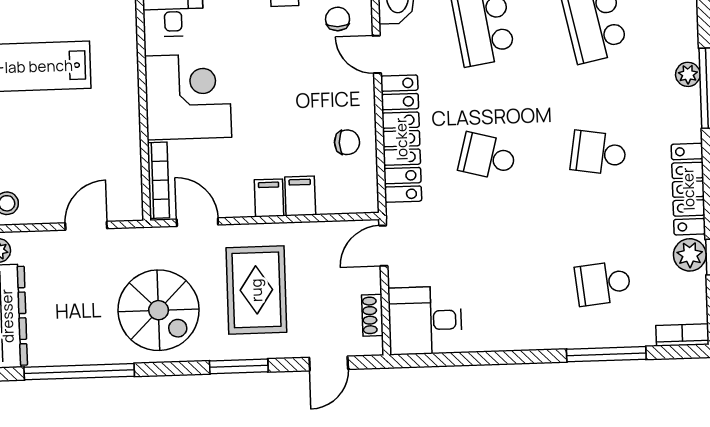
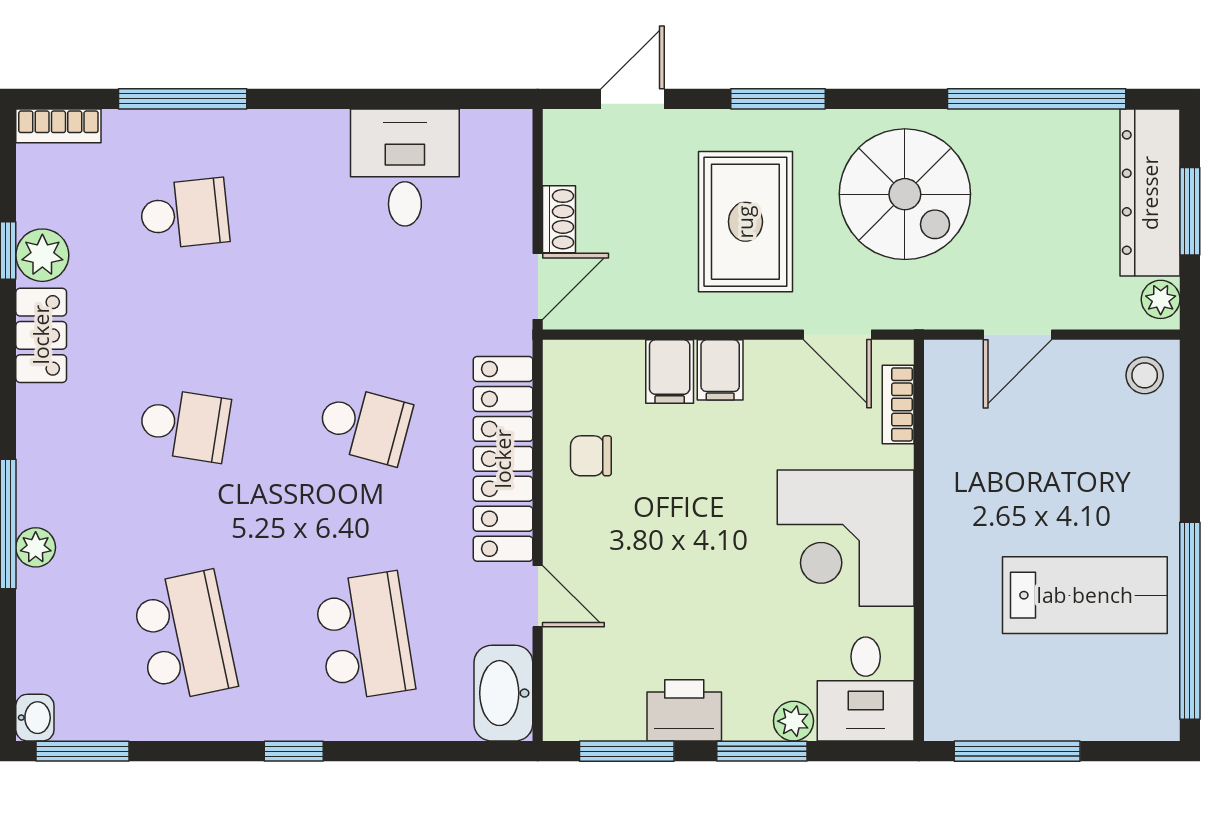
chair: (338, 19) -> (600, 656), removed
bookcase: (158, 180) -> (898, 404), width x0.64
locker: (688, 189) -> (41, 335), width x0.66
spiral stairs: (159, 310) -> (905, 194), turned 180
shoe rack: (372, 315) -> (559, 219), moved
desk: (425, 320) -> (405, 168), moved, turned -90

